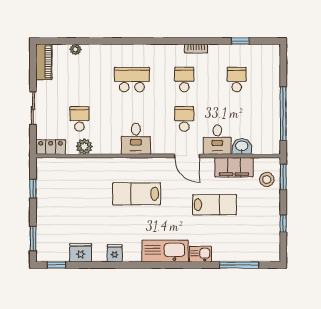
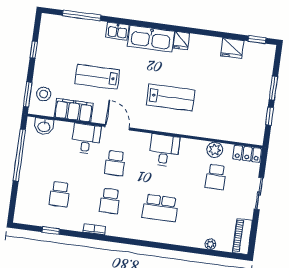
washbasin: (242, 146) -> (44, 126), moved
window: (33, 239) -> (273, 88), moved
fridge: (115, 253) -> (181, 41), moved

